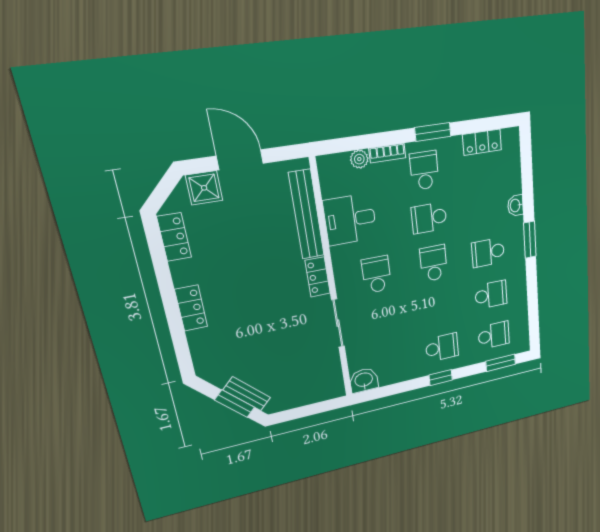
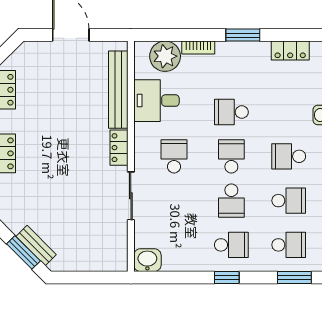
plant: (359, 159) -> (165, 56), width x1.87, depth x1.87
school desk: (424, 170) -> (231, 201), moved, turned 180
shower: (204, 188) -> (38, 53), removed

